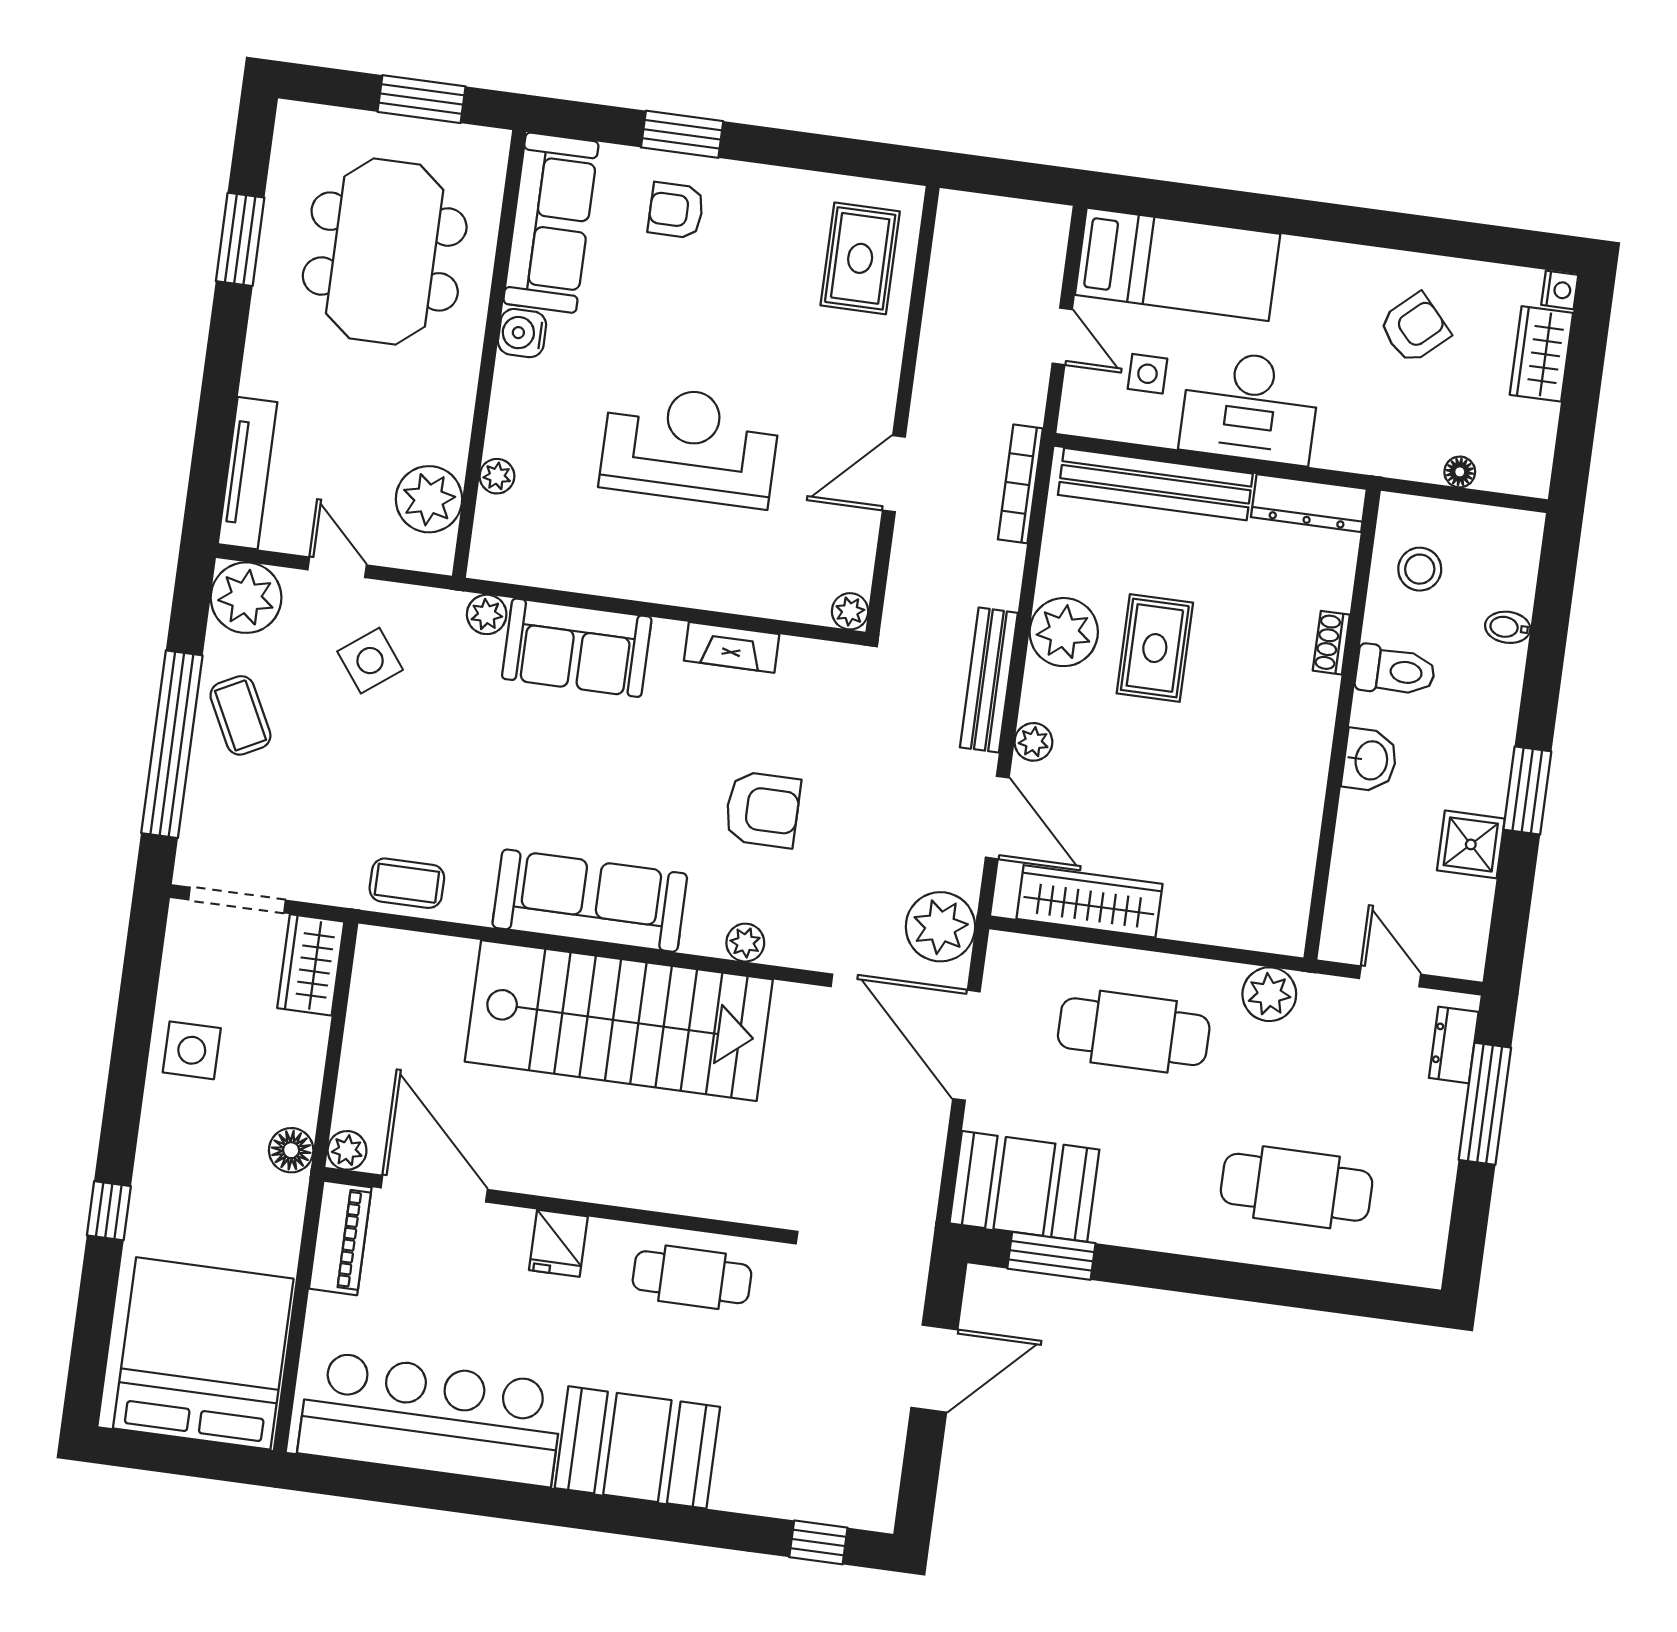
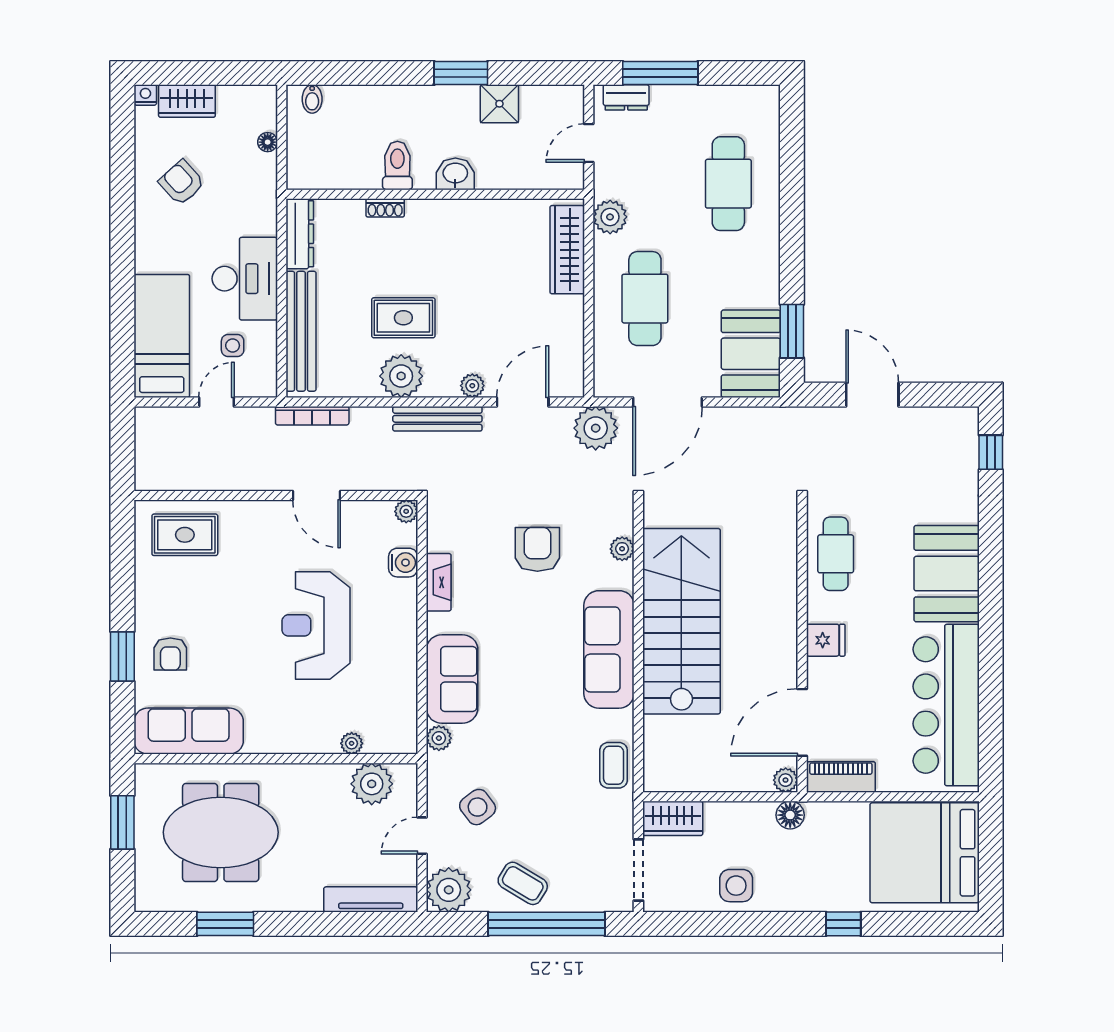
water cooler: (522, 333) -> (403, 563), moved, turned -90
stool: (1420, 569) -> (332, 159), removed
bidet: (1508, 627) -> (312, 99), moved
coffee table: (240, 715) -> (523, 883), turned 58
wardrobe: (1089, 901) -> (567, 250), moved

